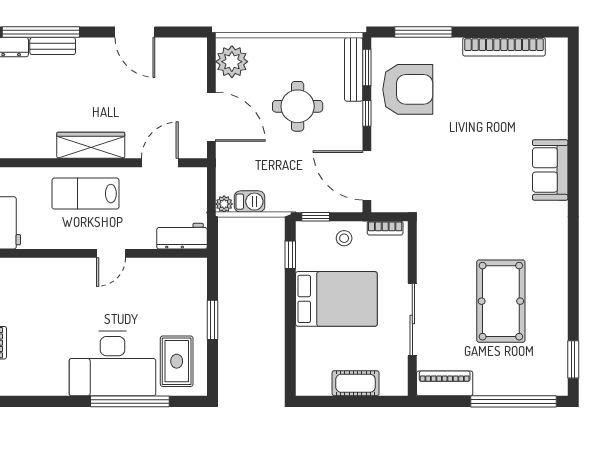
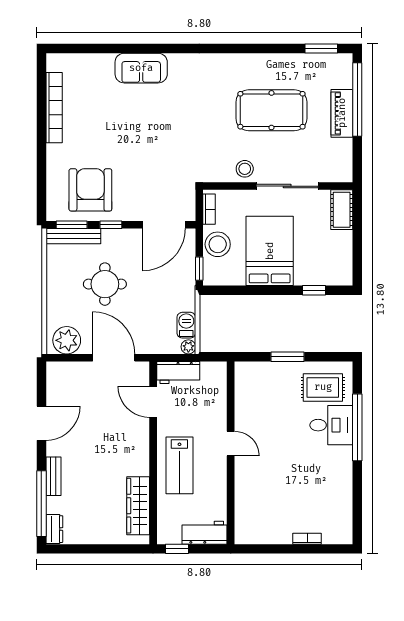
window: (423, 32) -> (41, 177), removed
bench: (53, 46) -> (53, 476), moved
door: (211, 117) -> (114, 358), hinge flipped
wardrobe: (91, 145) -> (138, 506), moved
sofa: (550, 170) -> (141, 68), moved
workbench: (182, 236) -> (178, 373), moved, turned -90
stool: (344, 238) -> (218, 244), width x1.89, depth x1.89
window: (290, 255) -> (314, 290), moved
stool: (432, 270) -> (245, 169), added
desk: (112, 364) -> (331, 425), width x0.53, depth x0.77
cot: (356, 383) -> (342, 210), moved
piano: (445, 383) -> (342, 113), moved

